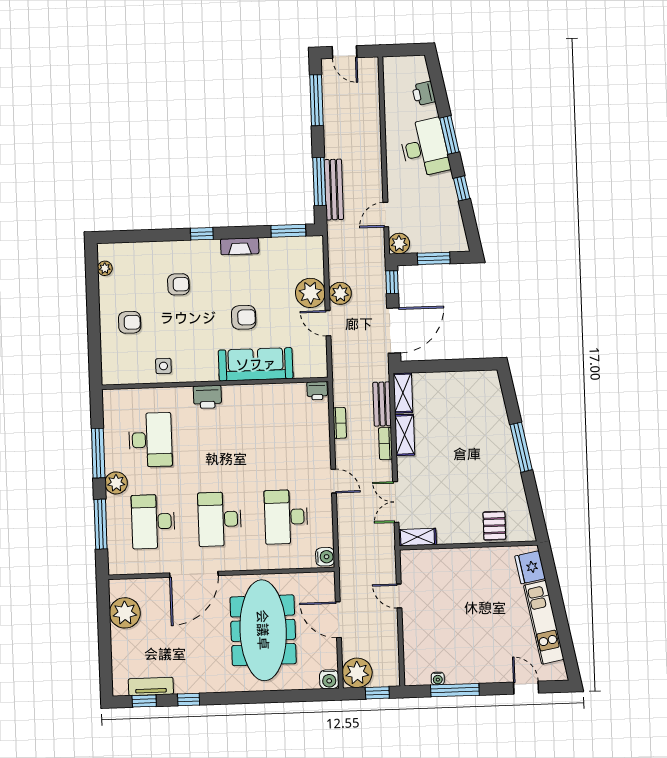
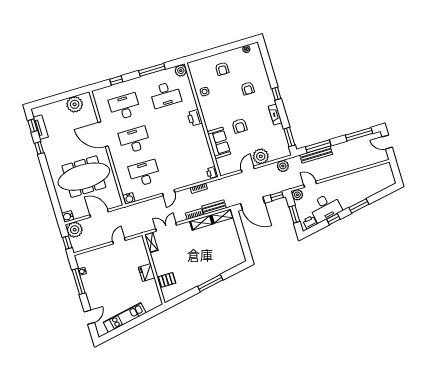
door: (344, 52) -> (387, 142), hinge flipped
printer: (424, 93) -> (310, 222), moved
desk: (424, 148) -> (325, 207), moved
plant: (340, 293) -> (283, 166), moved
sofa: (256, 364) -> (219, 143), width x0.73
plant: (116, 483) -> (181, 71), moved
window: (101, 524) -> (116, 80), width x0.46
fridge: (530, 567) -> (147, 273), moved, turned -79
door: (338, 620) -> (99, 213), hinge flipped

